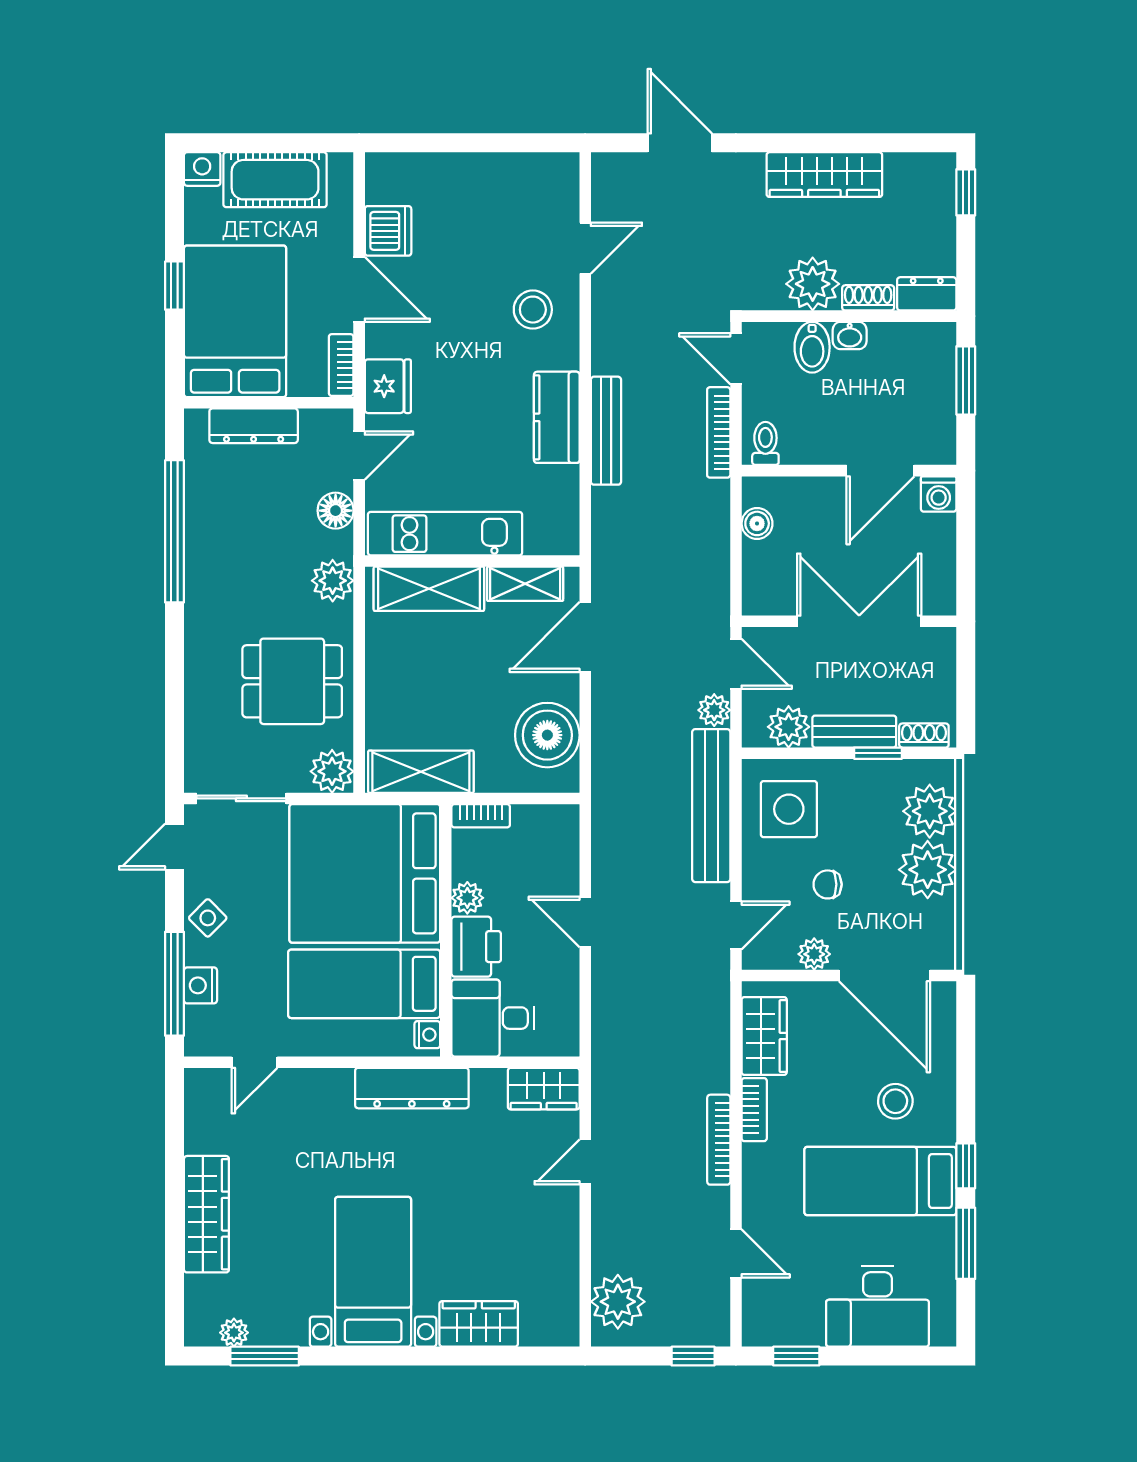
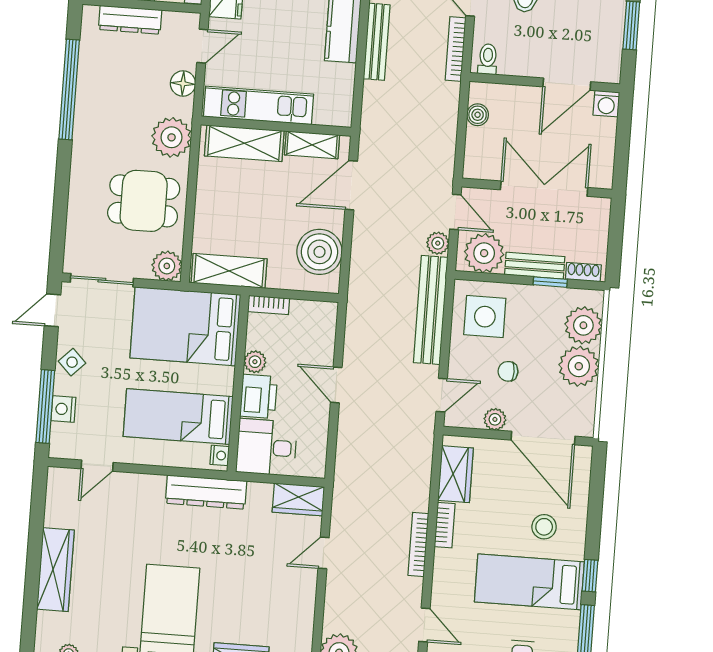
plant: (333, 581) -> (172, 137), width x1.36, depth x1.36
plant: (789, 727) -> (484, 253), width x1.36, depth x1.36
bed: (365, 873) -> (185, 326), width x0.73

